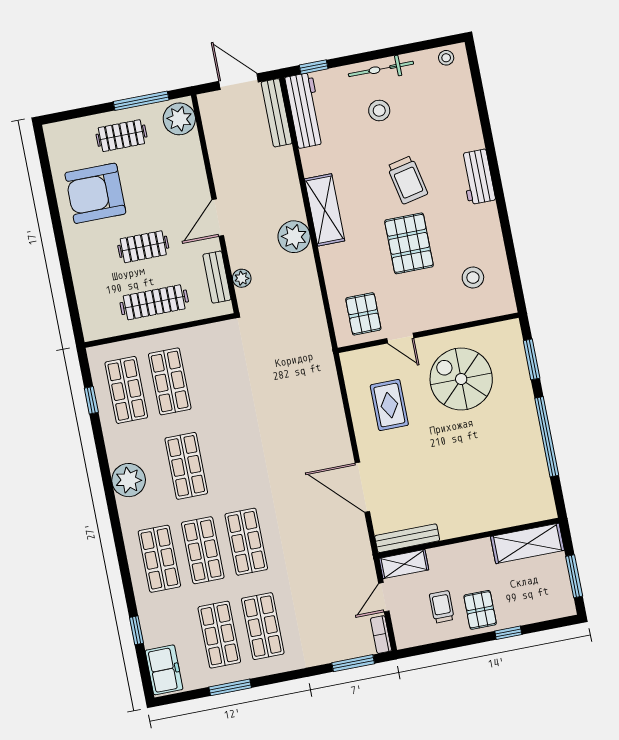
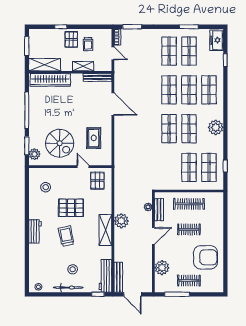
plant: (179, 119) -> (162, 268), moved
pallet: (409, 243) -> (71, 208), turned 90
plant: (511, 345) -> (34, 154), added
shop shelf: (230, 457) -> (169, 129), added
wardrobe: (508, 513) -> (50, 80), added
shelving: (404, 564) -> (83, 66), moved
door: (384, 597) -> (113, 53), hinge flipped

